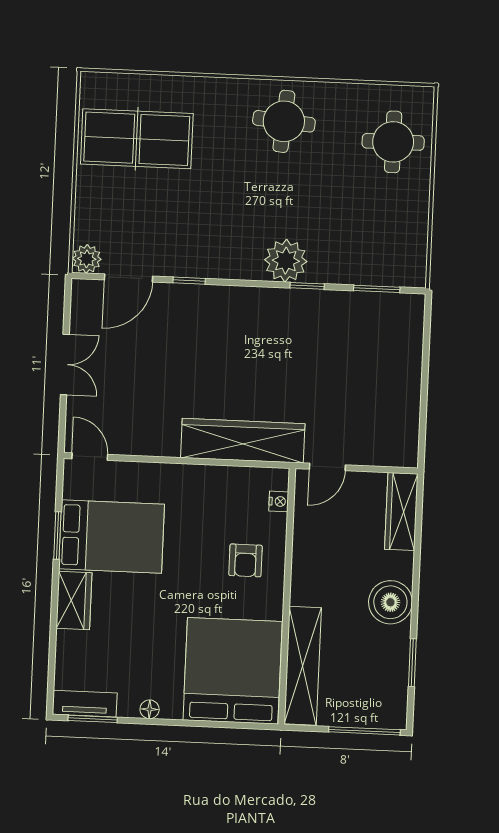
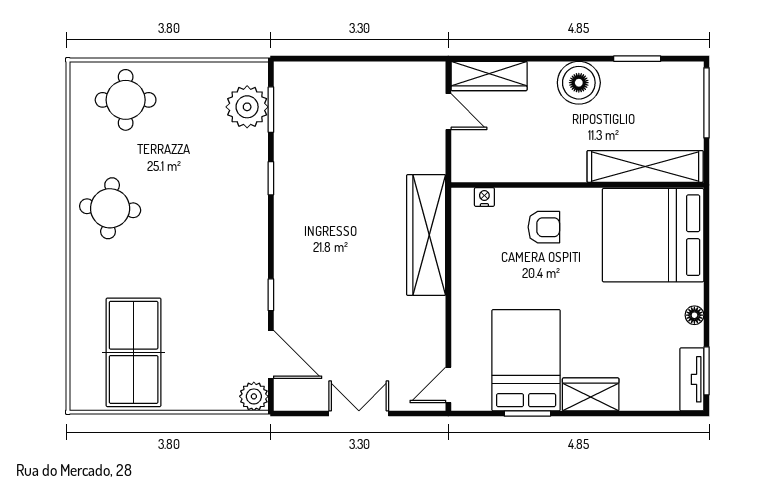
plant: (286, 261) -> (247, 107), moved
door: (327, 467) -> (448, 112), moved

